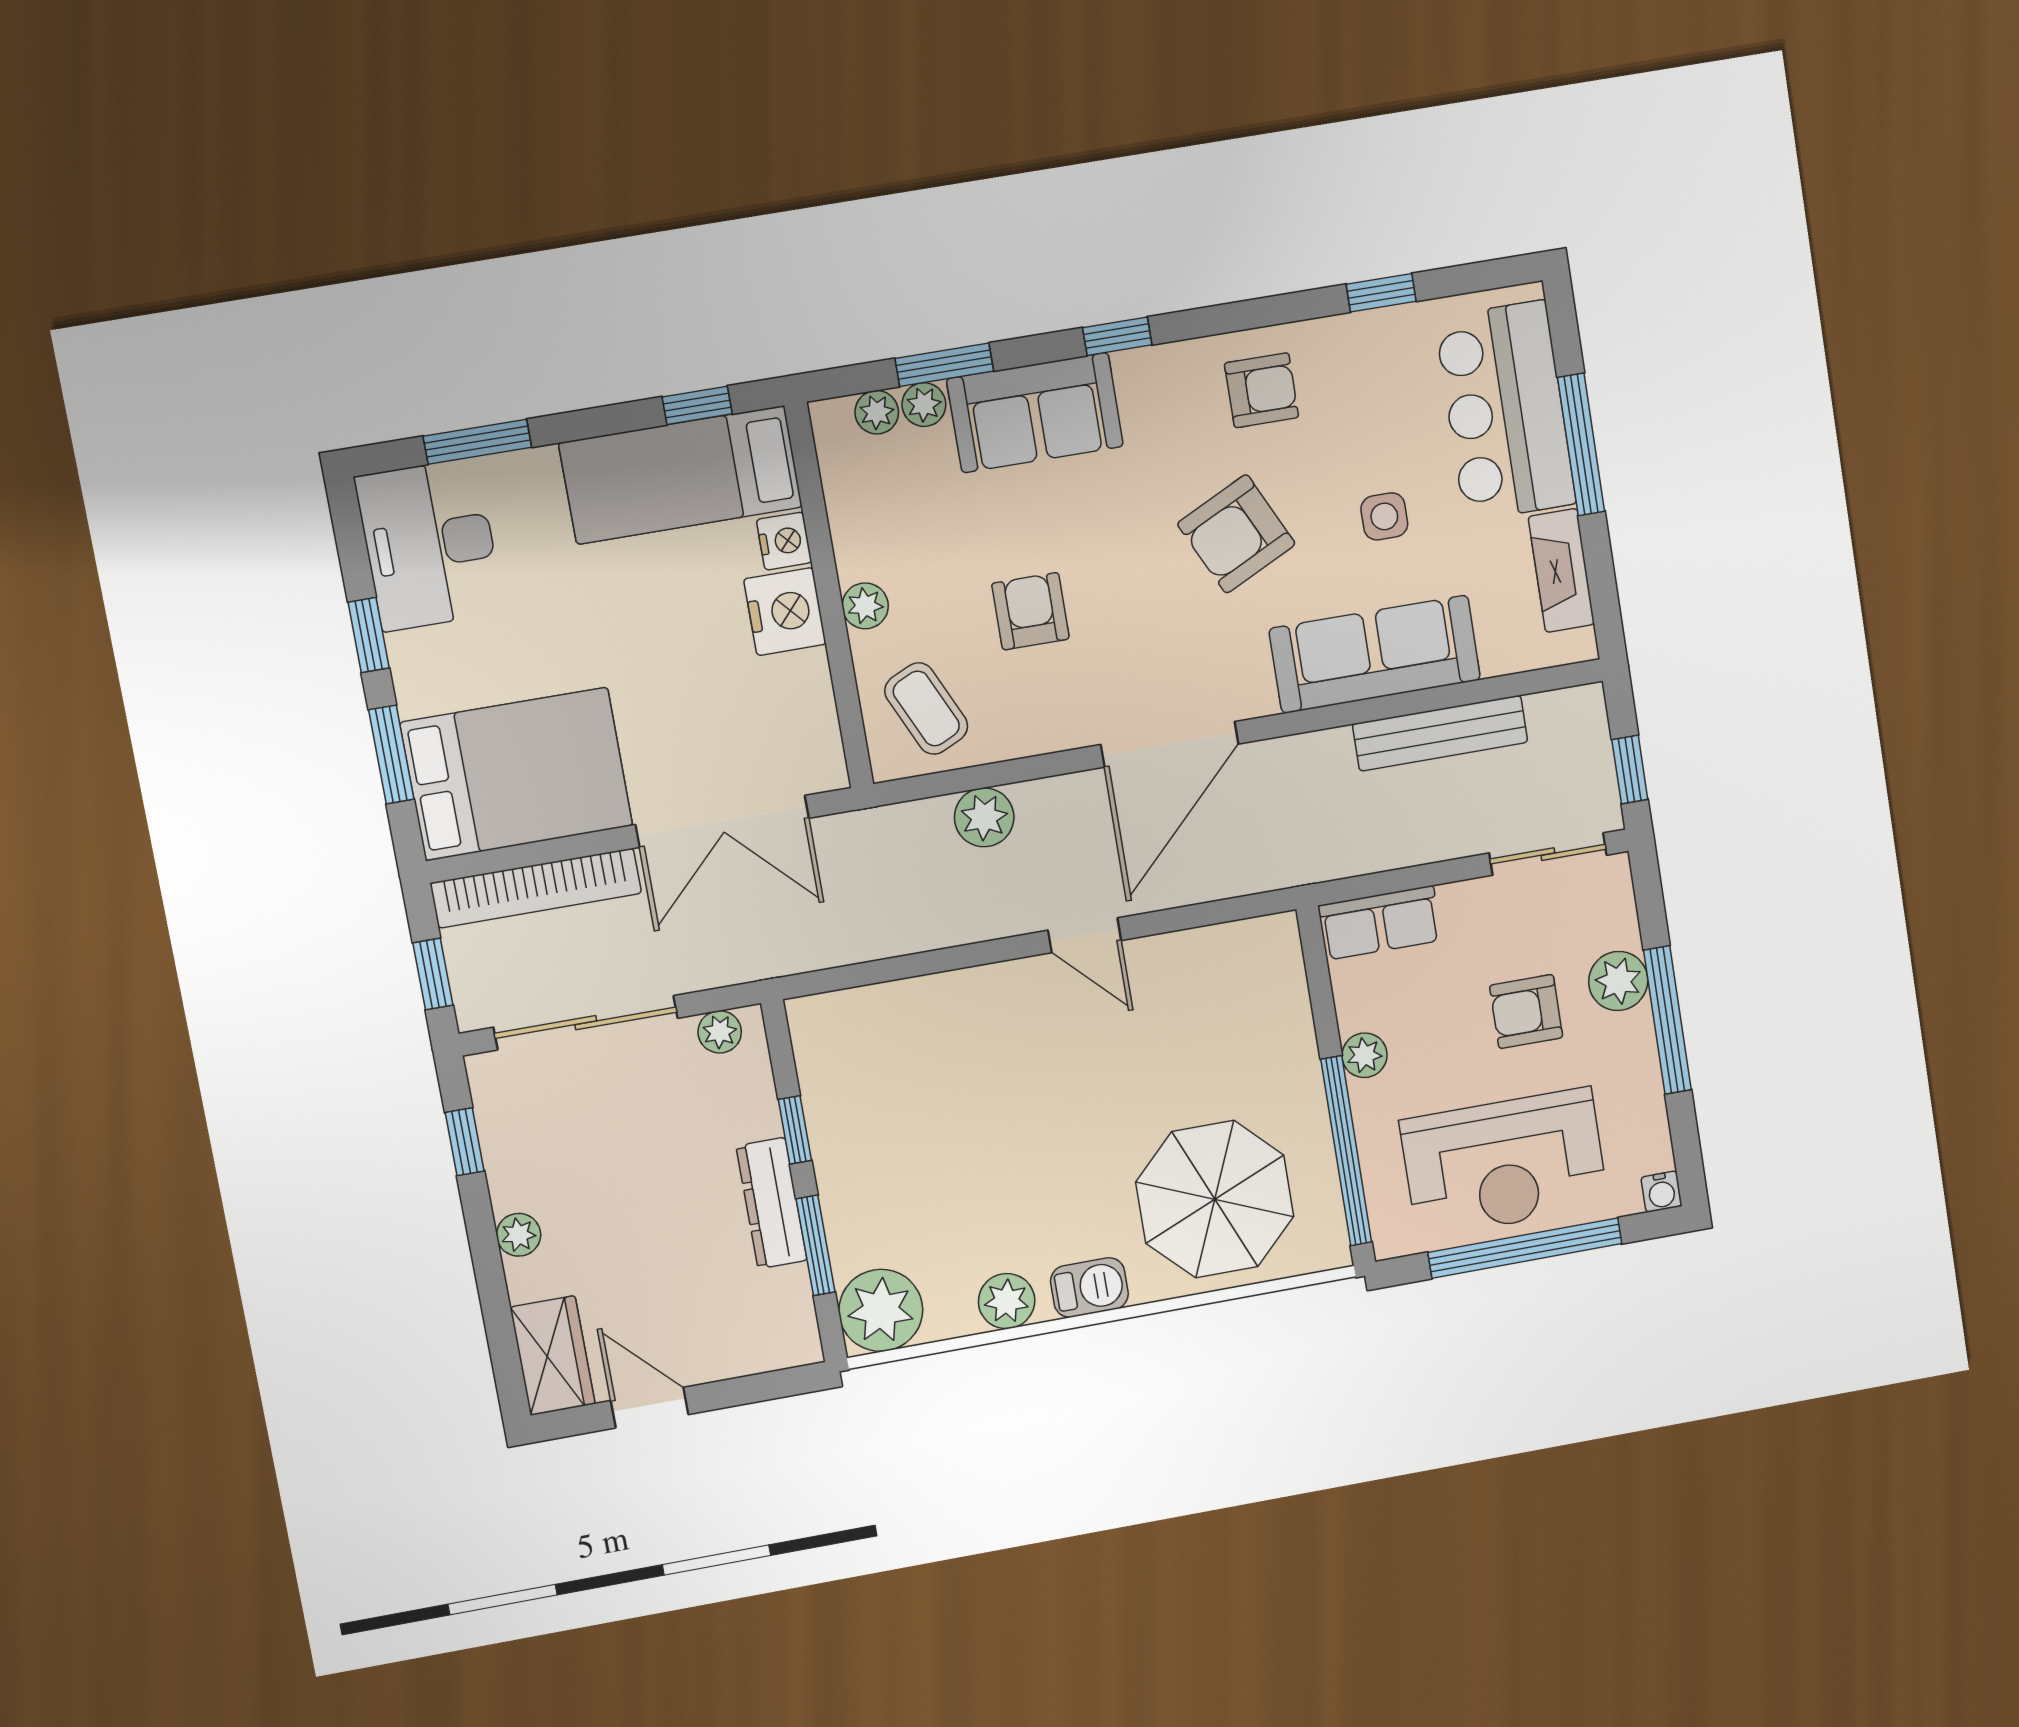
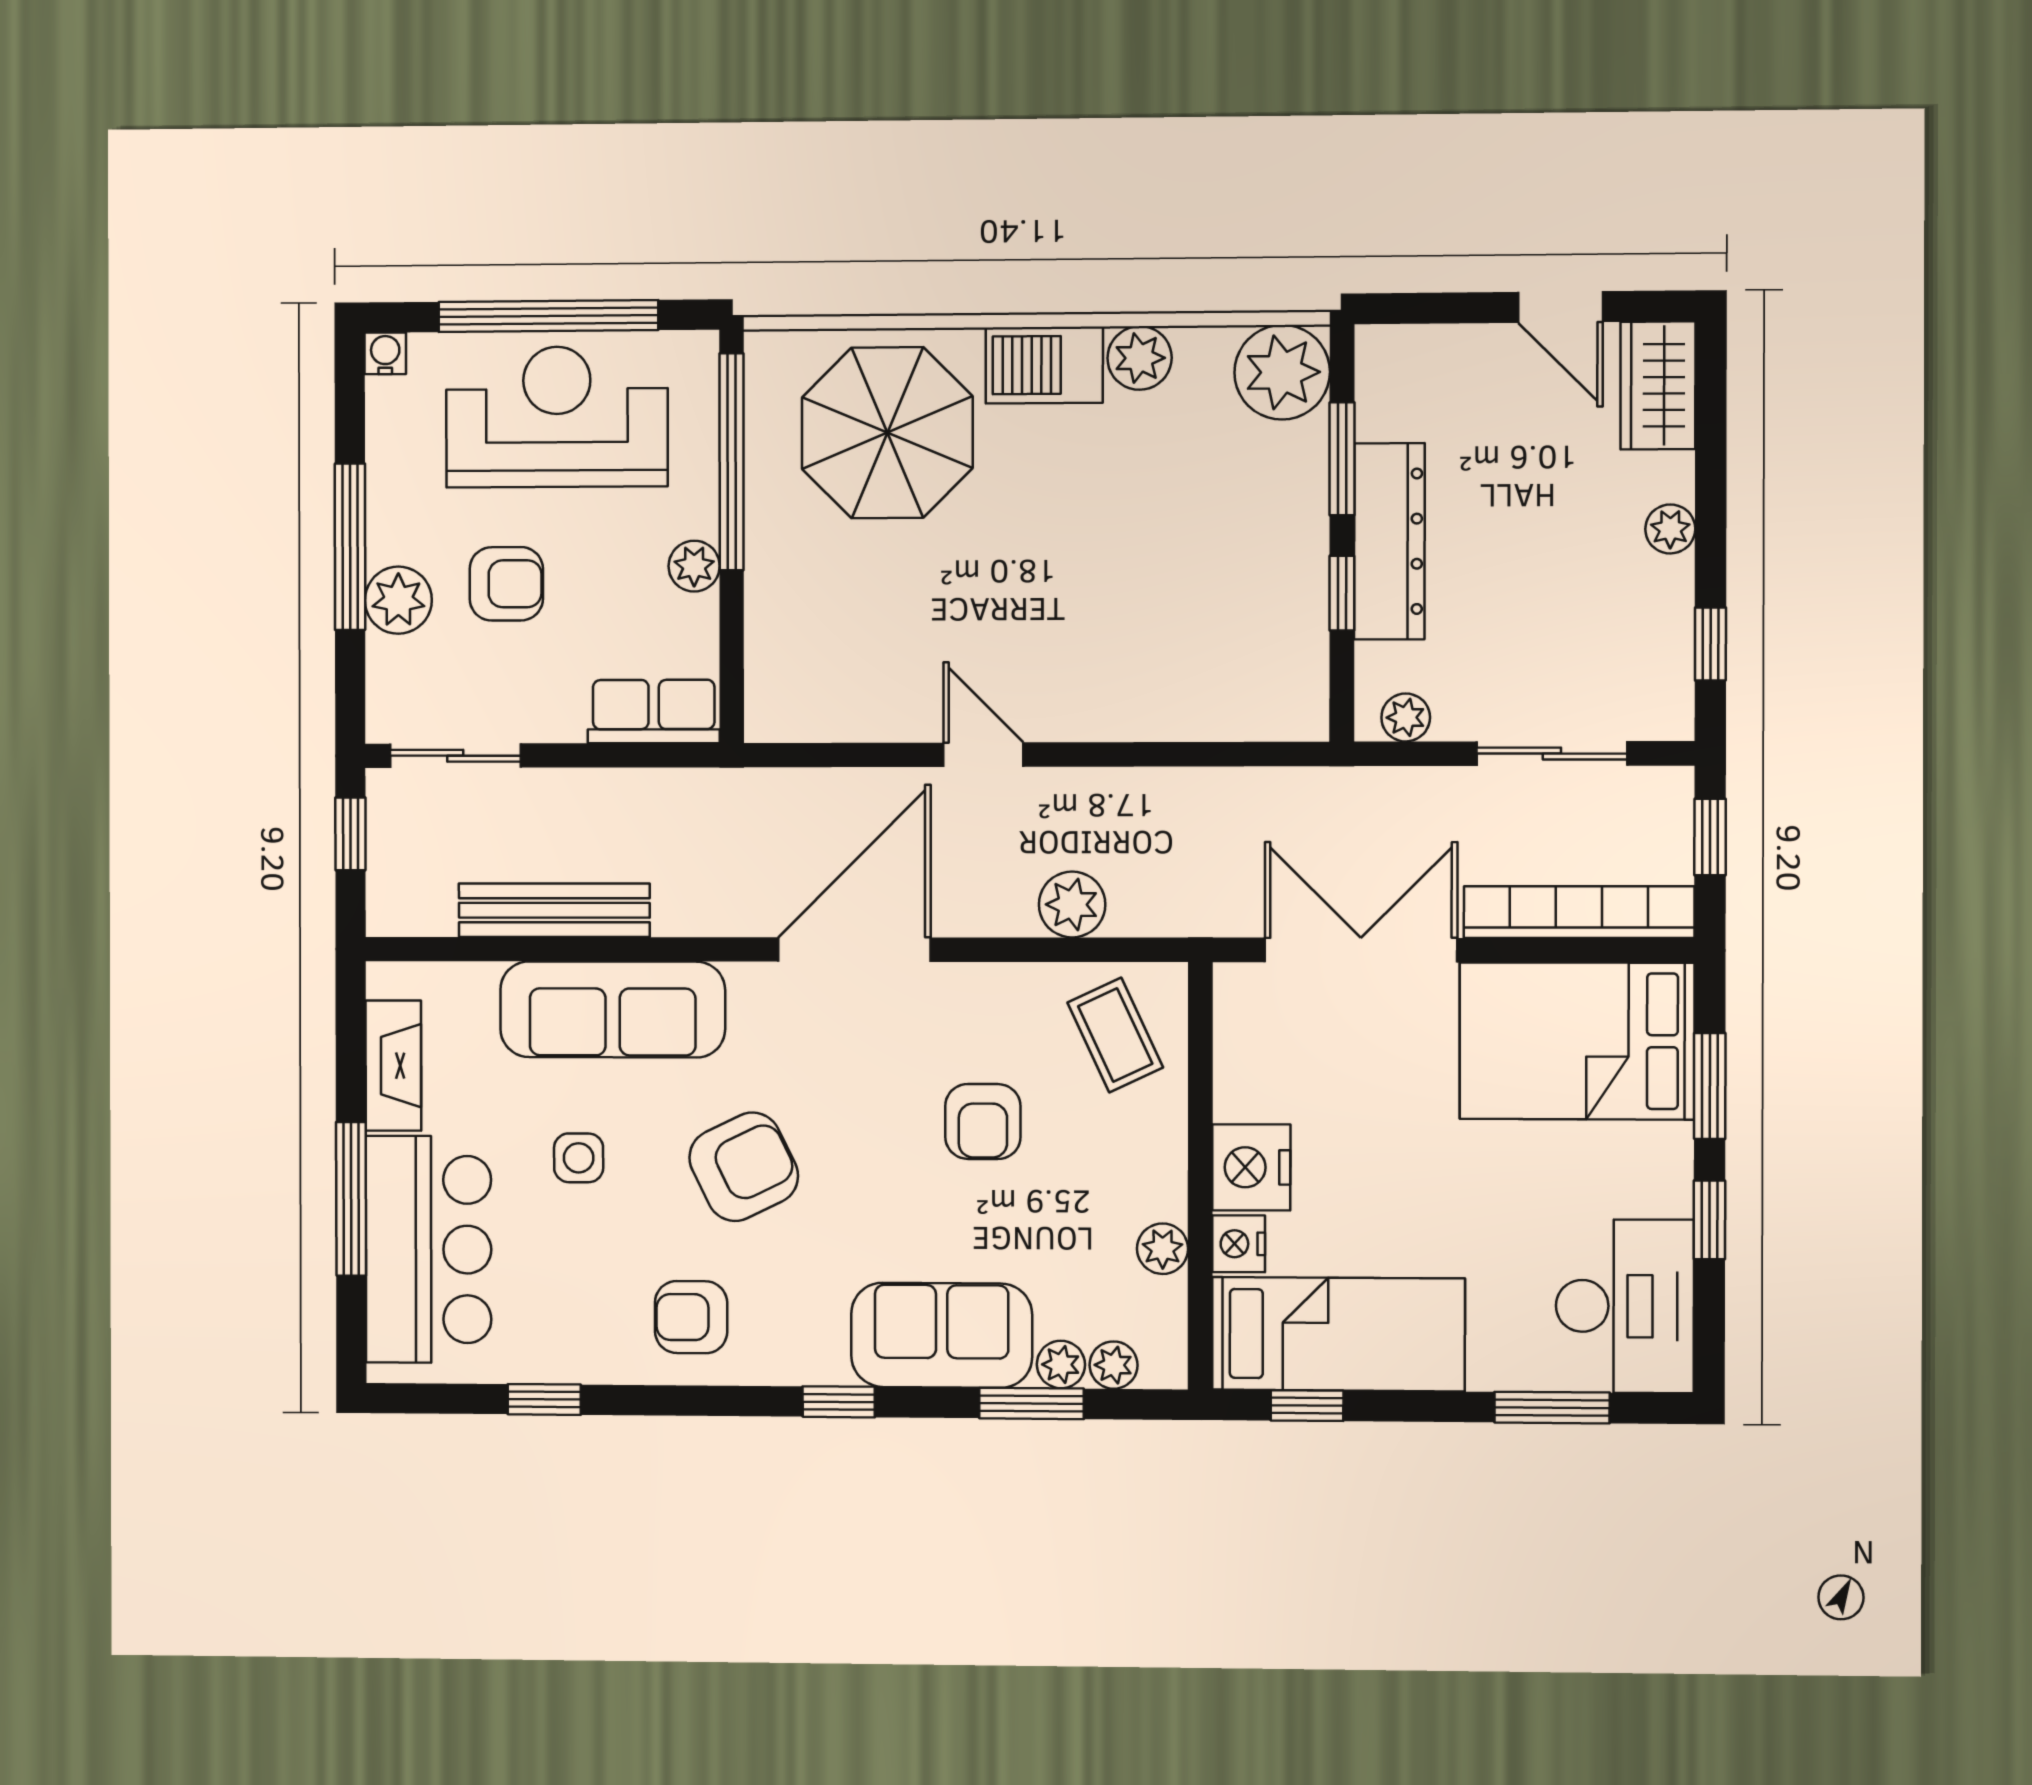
plant: (865, 606) -> (1163, 1249), moved
sliding door: (586, 1023) -> (1552, 754), width x0.73
dresser: (772, 1203) -> (1389, 541), width x1.37, depth x1.24
barbecue: (1089, 1288) -> (1044, 365), width x1.38, depth x1.27

